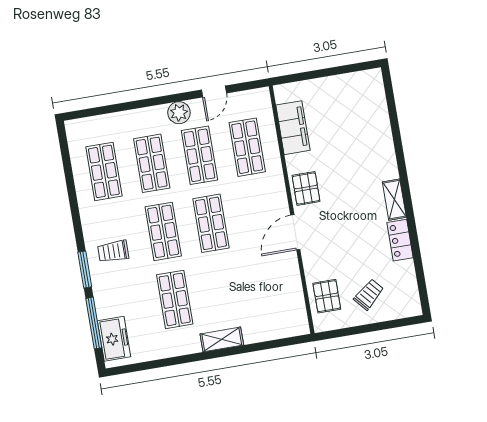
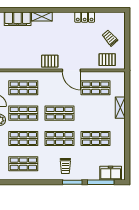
filing cabinet: (293, 128) -> (18, 19), moved, turned 180
shelving: (394, 200) -> (42, 17), moved
shop shelf: (270, 283) -> (96, 88), added
shelving: (222, 339) -> (120, 108), moved

